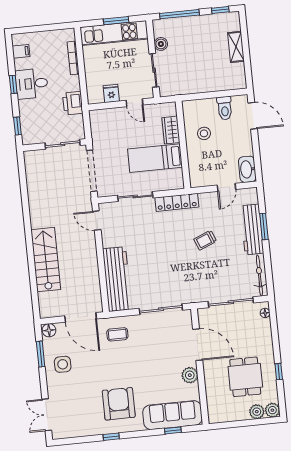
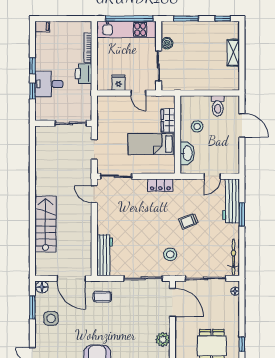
window: (179, 14) -> (186, 19), width x0.69
window: (116, 21) -> (129, 19), width x2.11
filing cabinet: (21, 51) -> (42, 27), moved
desk: (32, 84) -> (49, 84), moved
printer: (73, 103) -> (84, 74), moved
door: (253, 116) -> (242, 125), moved
window: (17, 126) -> (32, 91), moved
washbasin: (247, 169) -> (187, 153), moved, turned 180
doorway: (92, 171) -> (94, 150), width x0.53
sliding door: (135, 197) -> (116, 176), moved
locker: (177, 202) -> (160, 185), width x0.66
workbench: (252, 229) -> (231, 201), moved
workbench: (117, 279) -> (105, 255), width x0.73, depth x0.76
stool: (188, 279) -> (170, 254), added
door: (198, 345) -> (172, 302), moved

